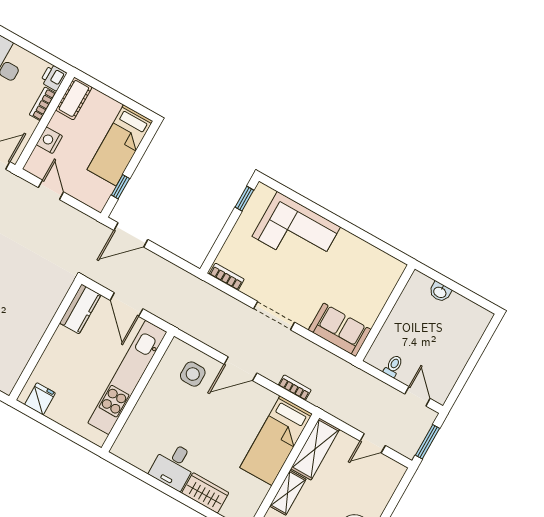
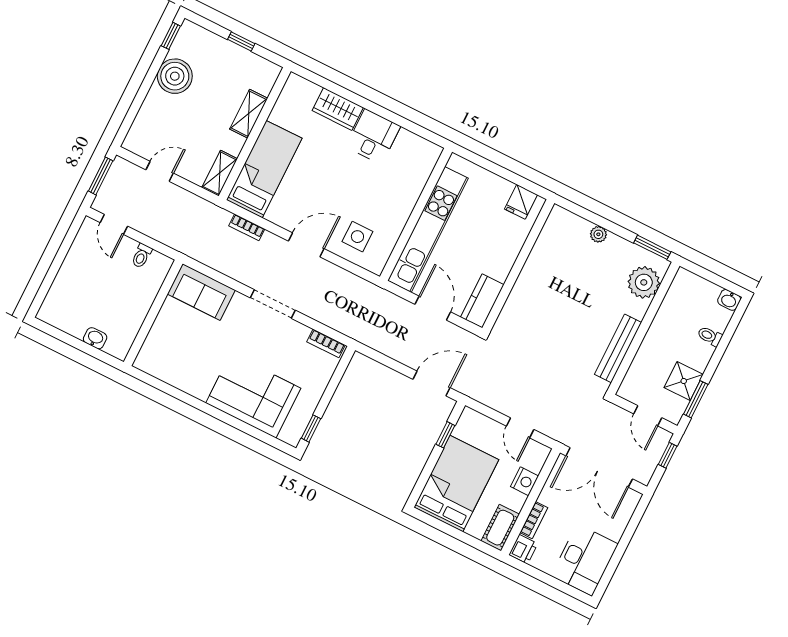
bed: (120, 145) -> (456, 483), width x1.50
shelving: (315, 449) -> (220, 173), width x0.67, depth x0.75

